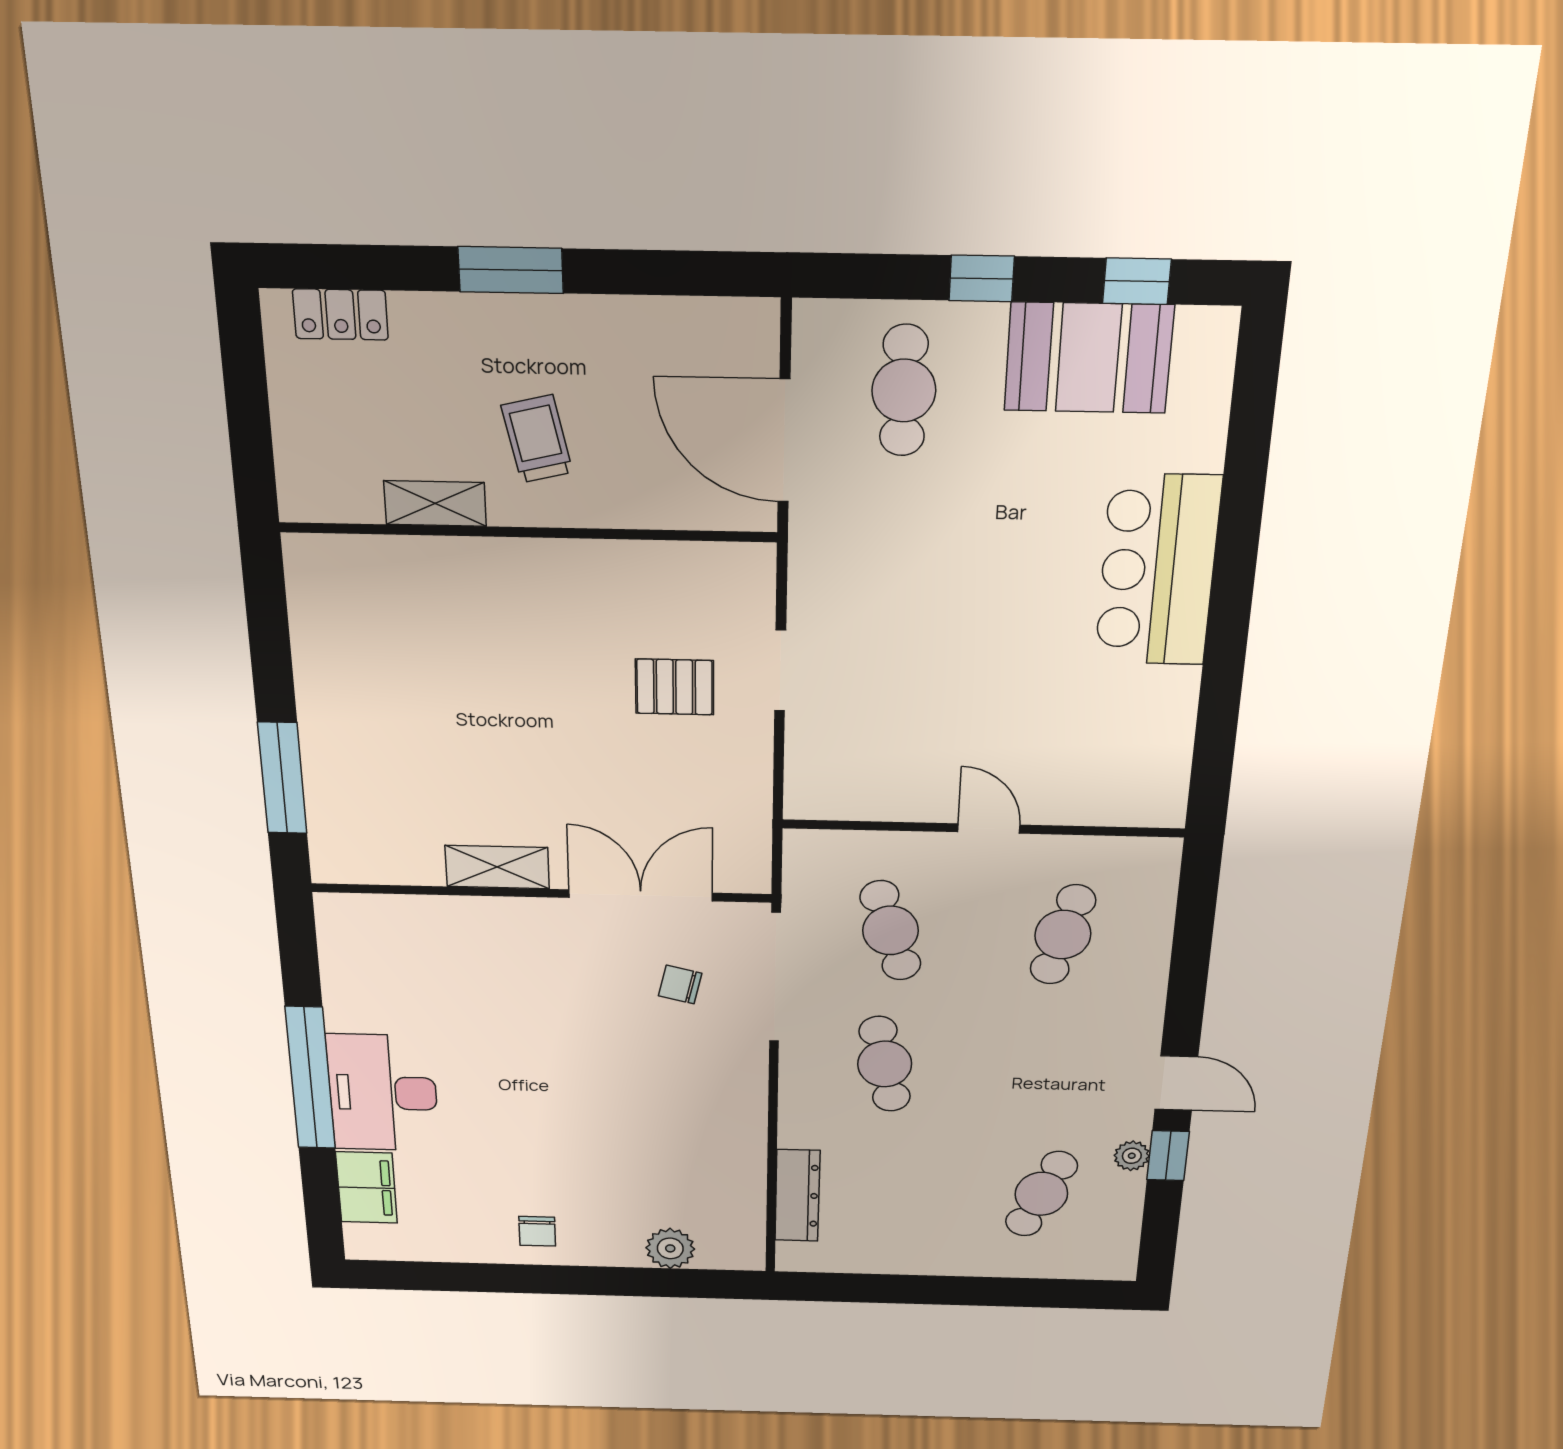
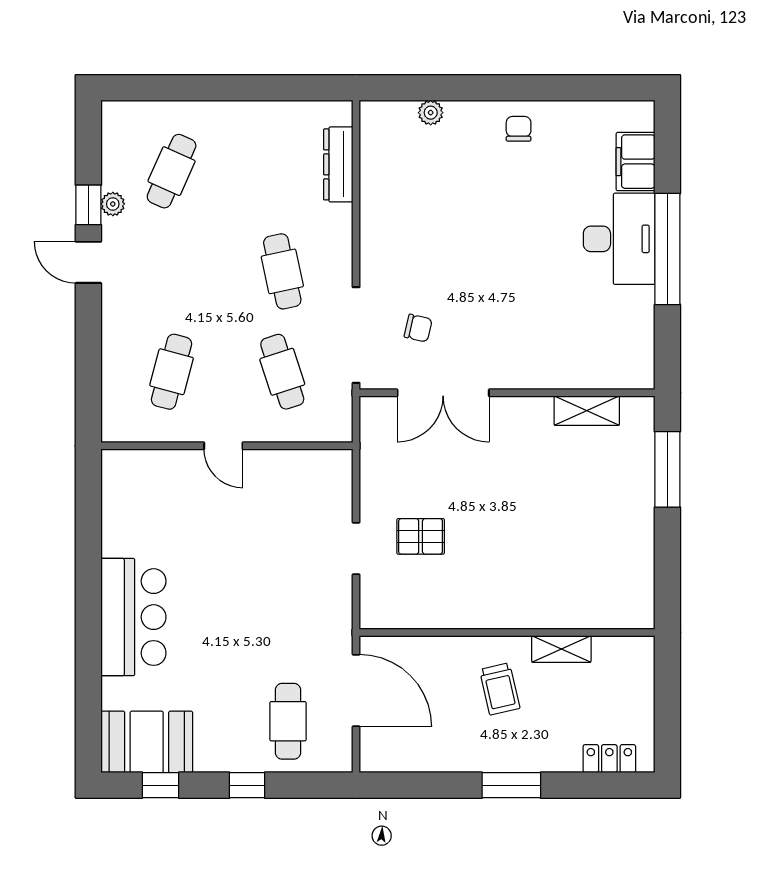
booth: (1089, 358) -> (147, 742), moved
shelving: (497, 867) -> (587, 411), moved
plant: (670, 1248) -> (431, 113), width x0.73, depth x0.73

